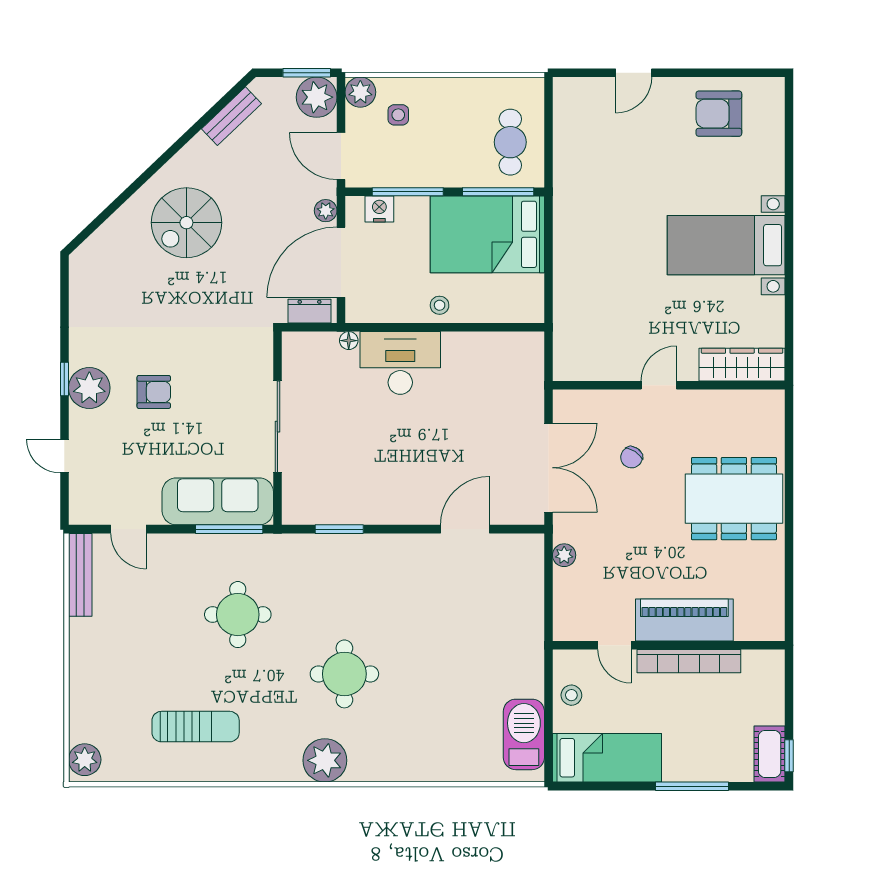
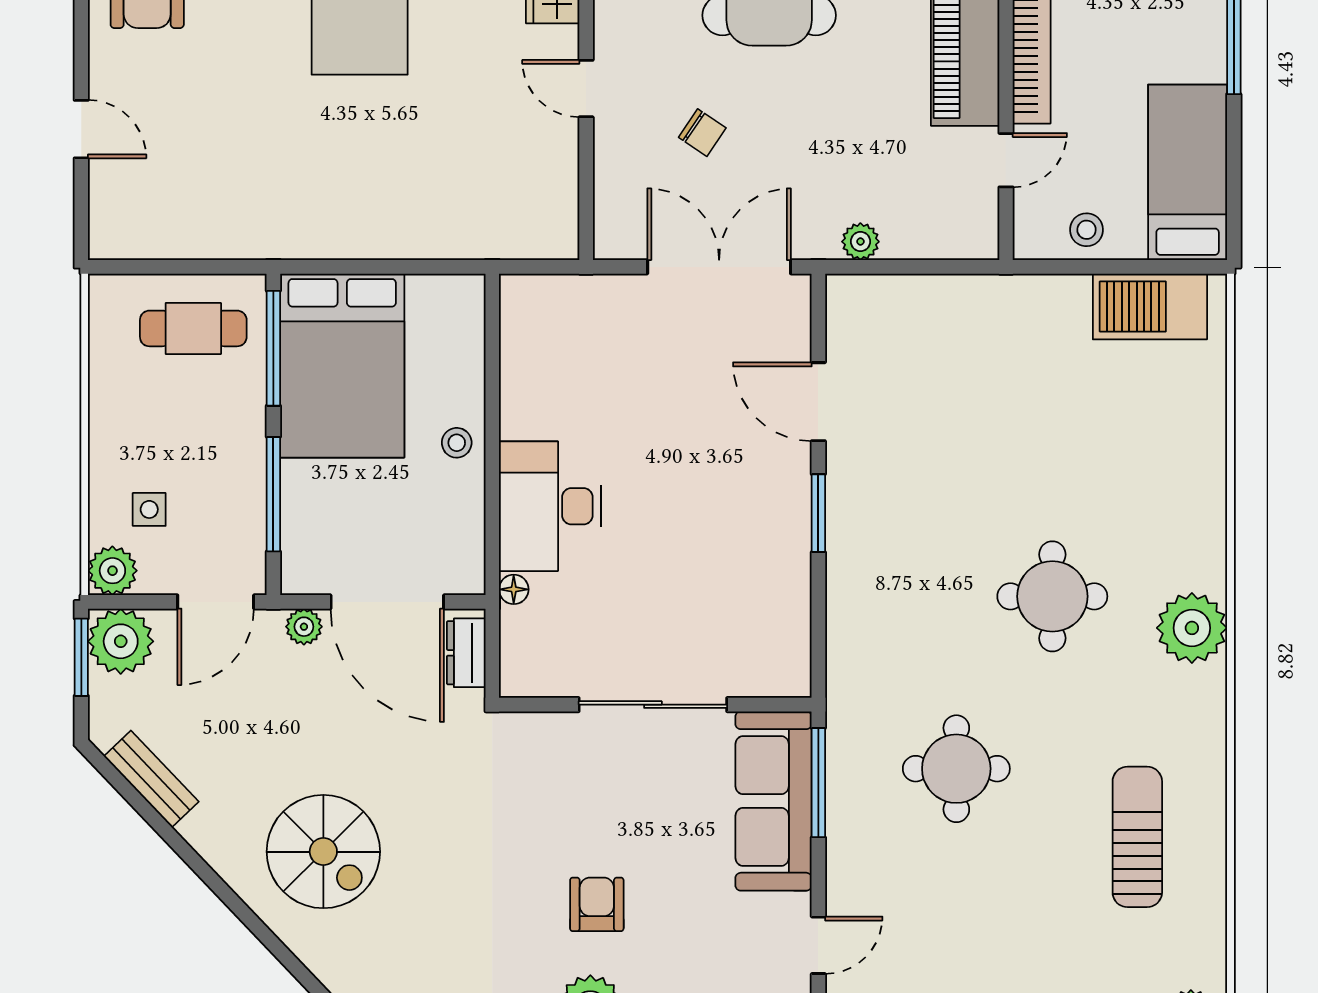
nightstand: (379, 209) -> (301, 540), removed
window: (339, 529) -> (818, 513), moved

